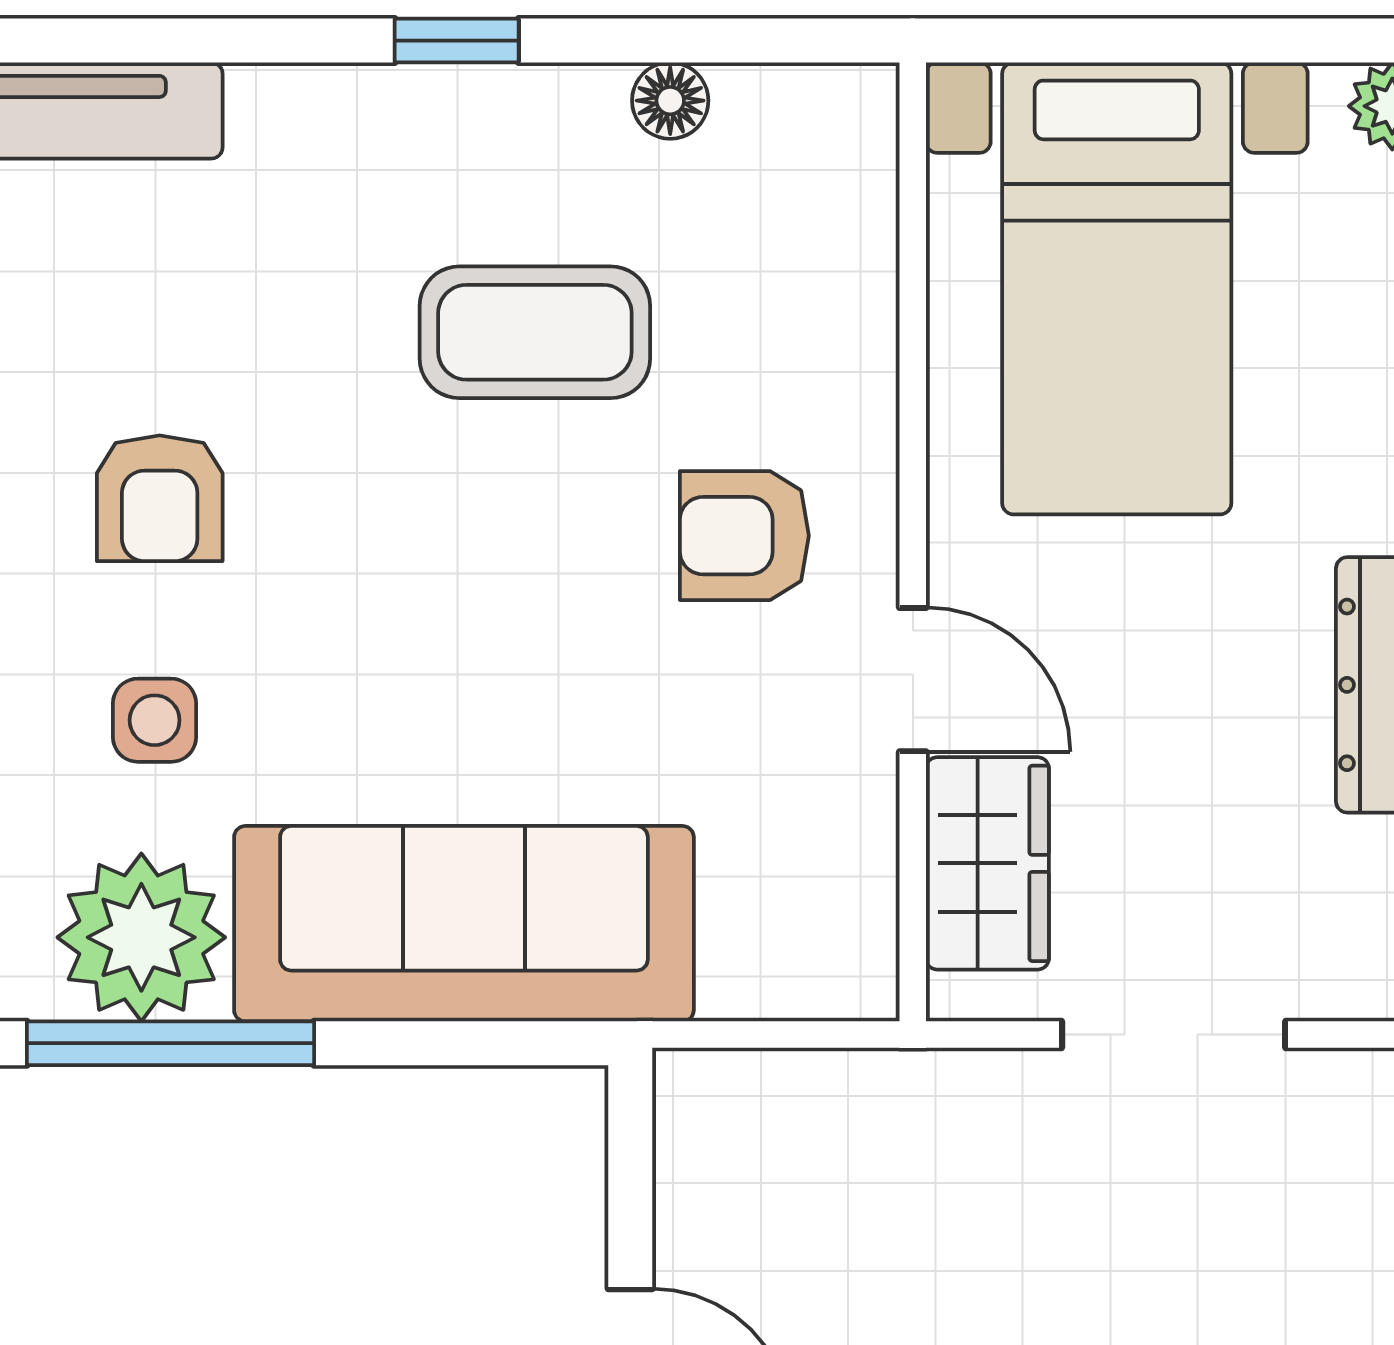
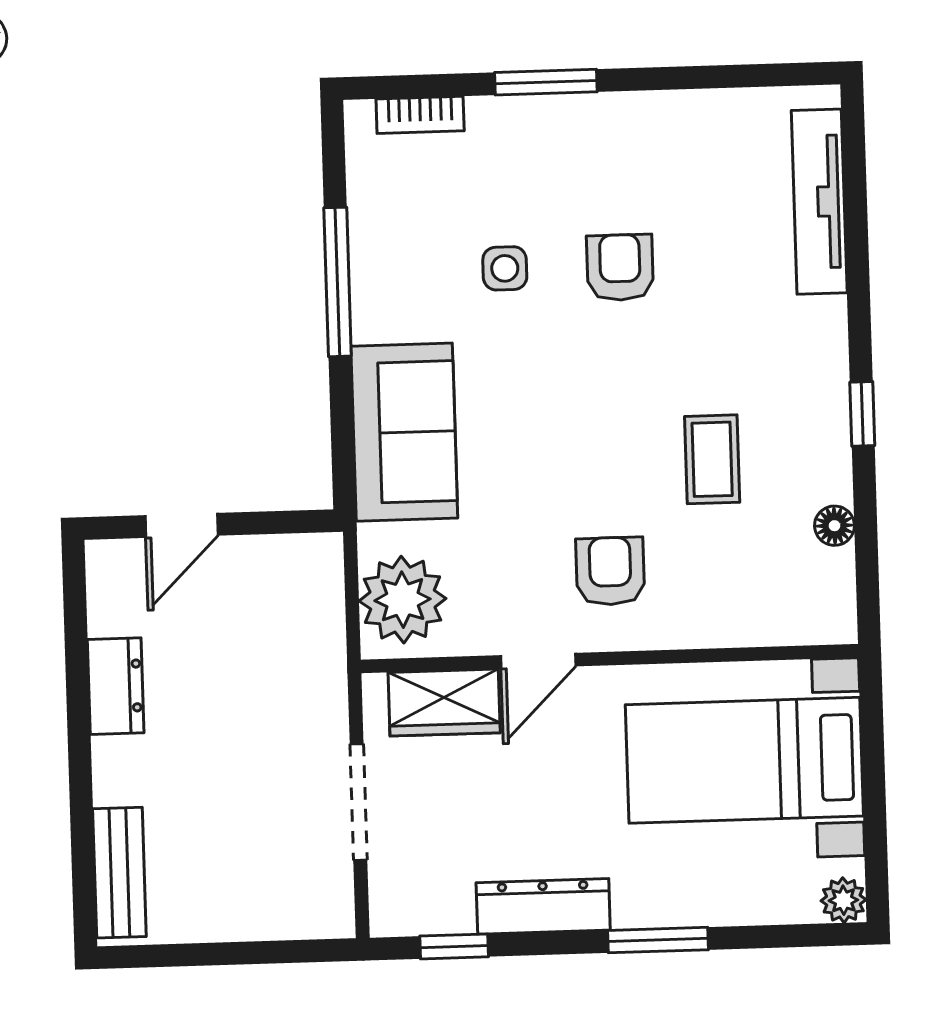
coffee table: (535, 332) -> (712, 459), width x0.73, depth x0.77
armchair: (160, 498) -> (620, 267), turned 90
sofa: (464, 924) -> (404, 432), width x0.73
plant: (141, 937) -> (403, 600), moved

